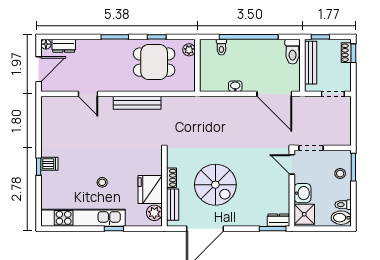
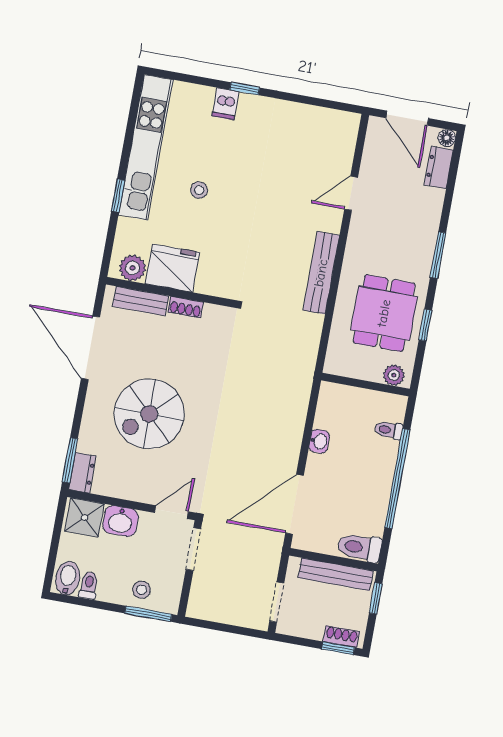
dishwasher: (49, 164) -> (225, 104), moved
spiral stairs: (215, 185) -> (149, 414), moved

